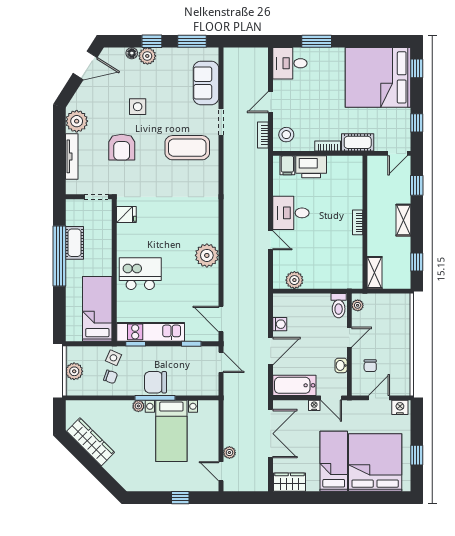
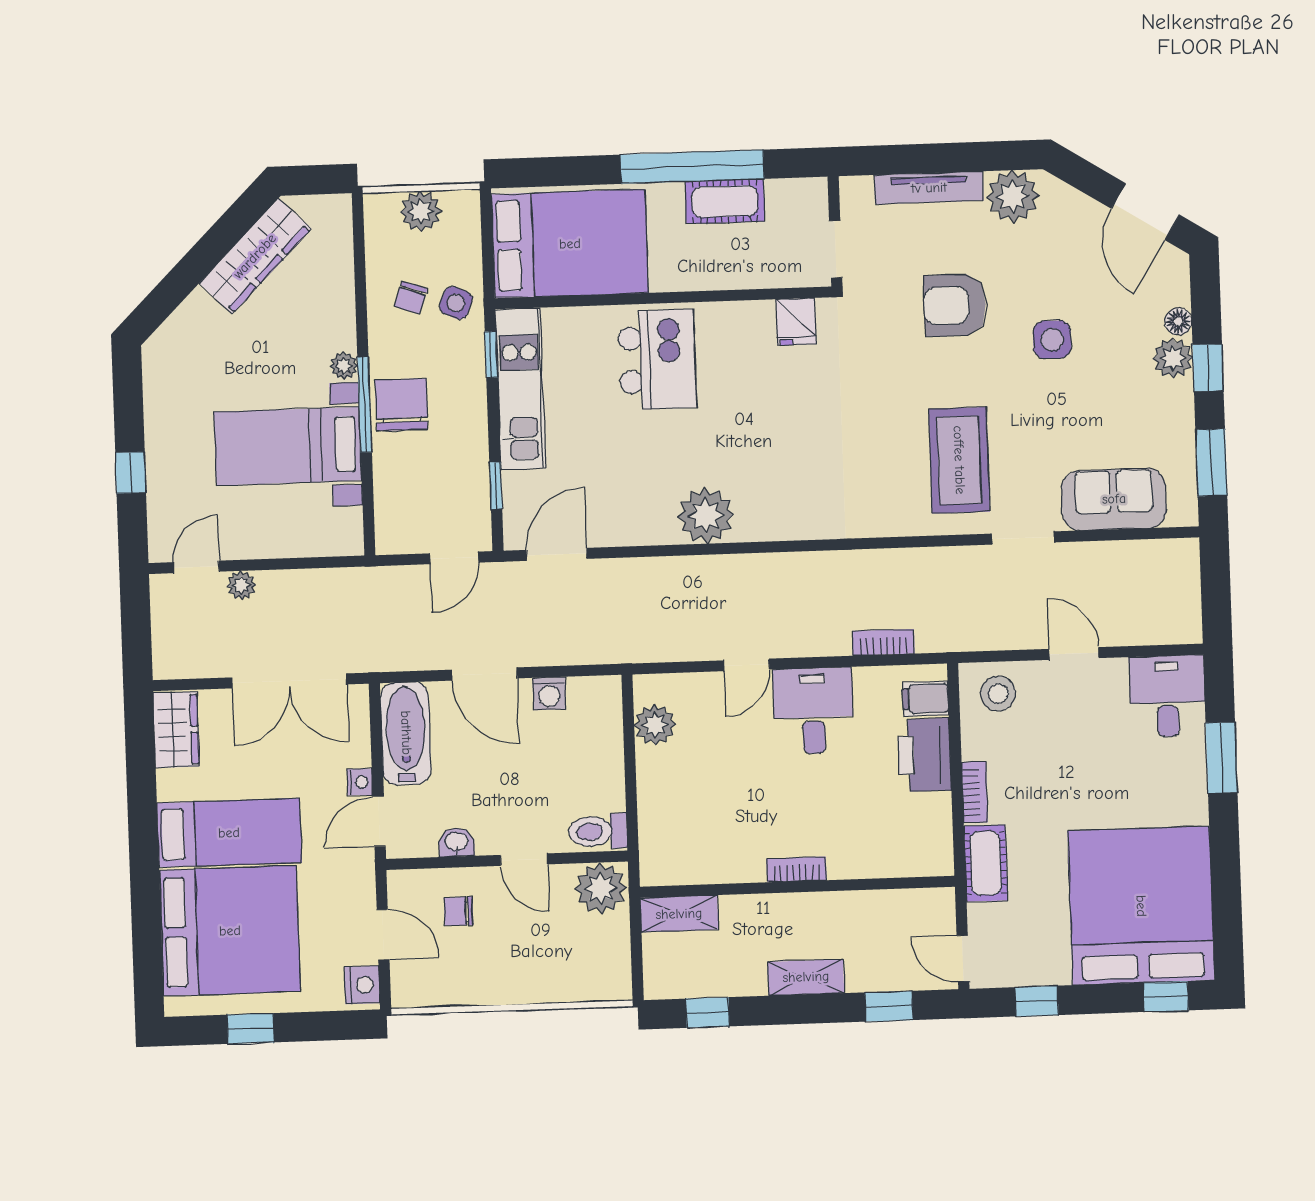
bookcase: (263, 135) -> (883, 642), moved
plant: (358, 305) -> (601, 888), width x1.87, depth x1.87
bed: (97, 309) -> (570, 244), width x1.50

